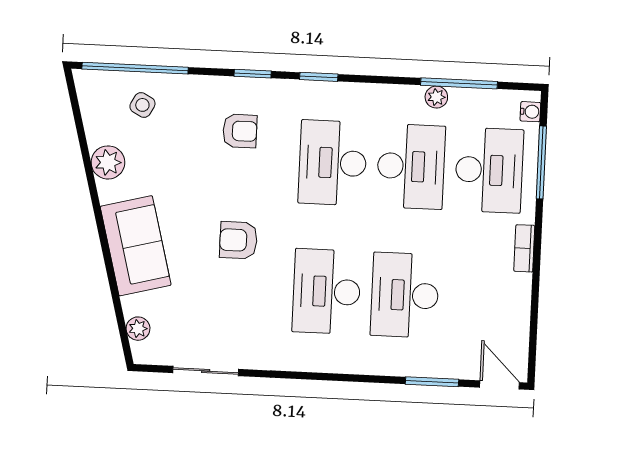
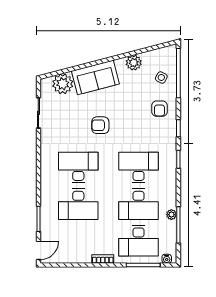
armchair: (240, 131) -> (160, 109), moved
armchair: (238, 240) -> (100, 125), turned -90
desk: (405, 295) -> (78, 204), turned 180
plant: (138, 329) -> (63, 84), width x1.88, depth x1.88

